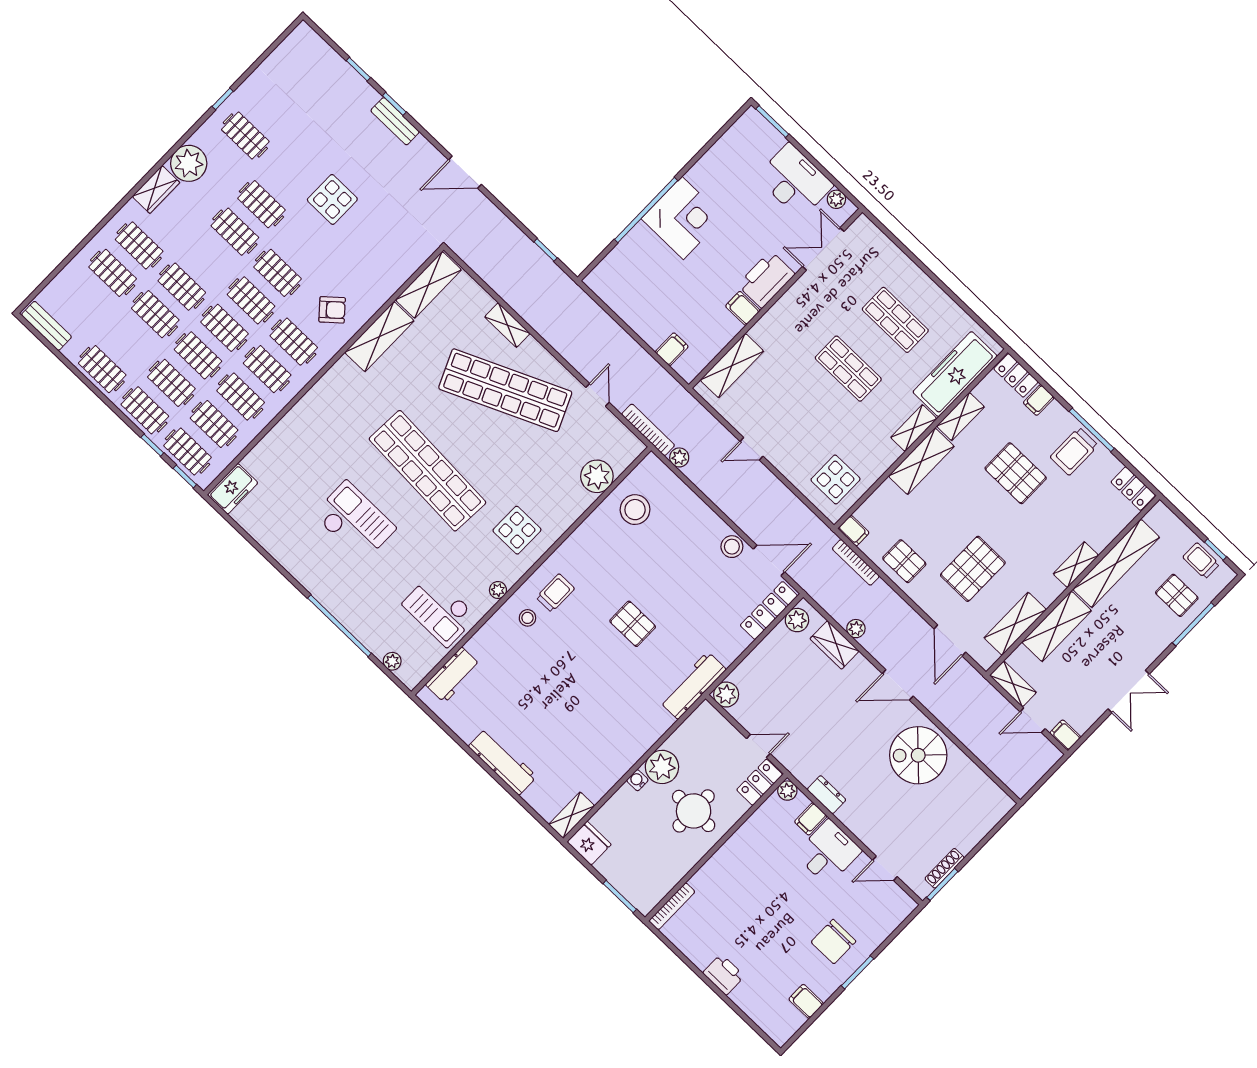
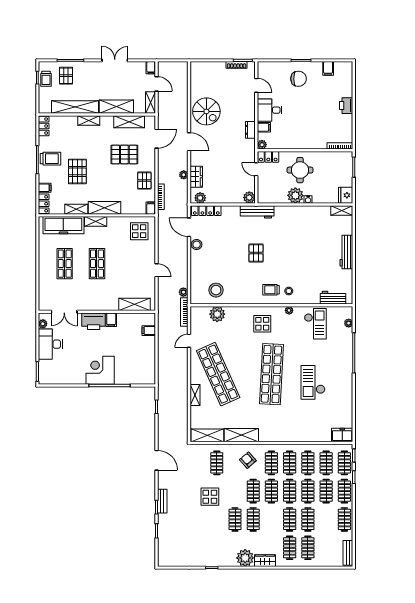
clothes rail: (245, 135) -> (217, 463), moved

